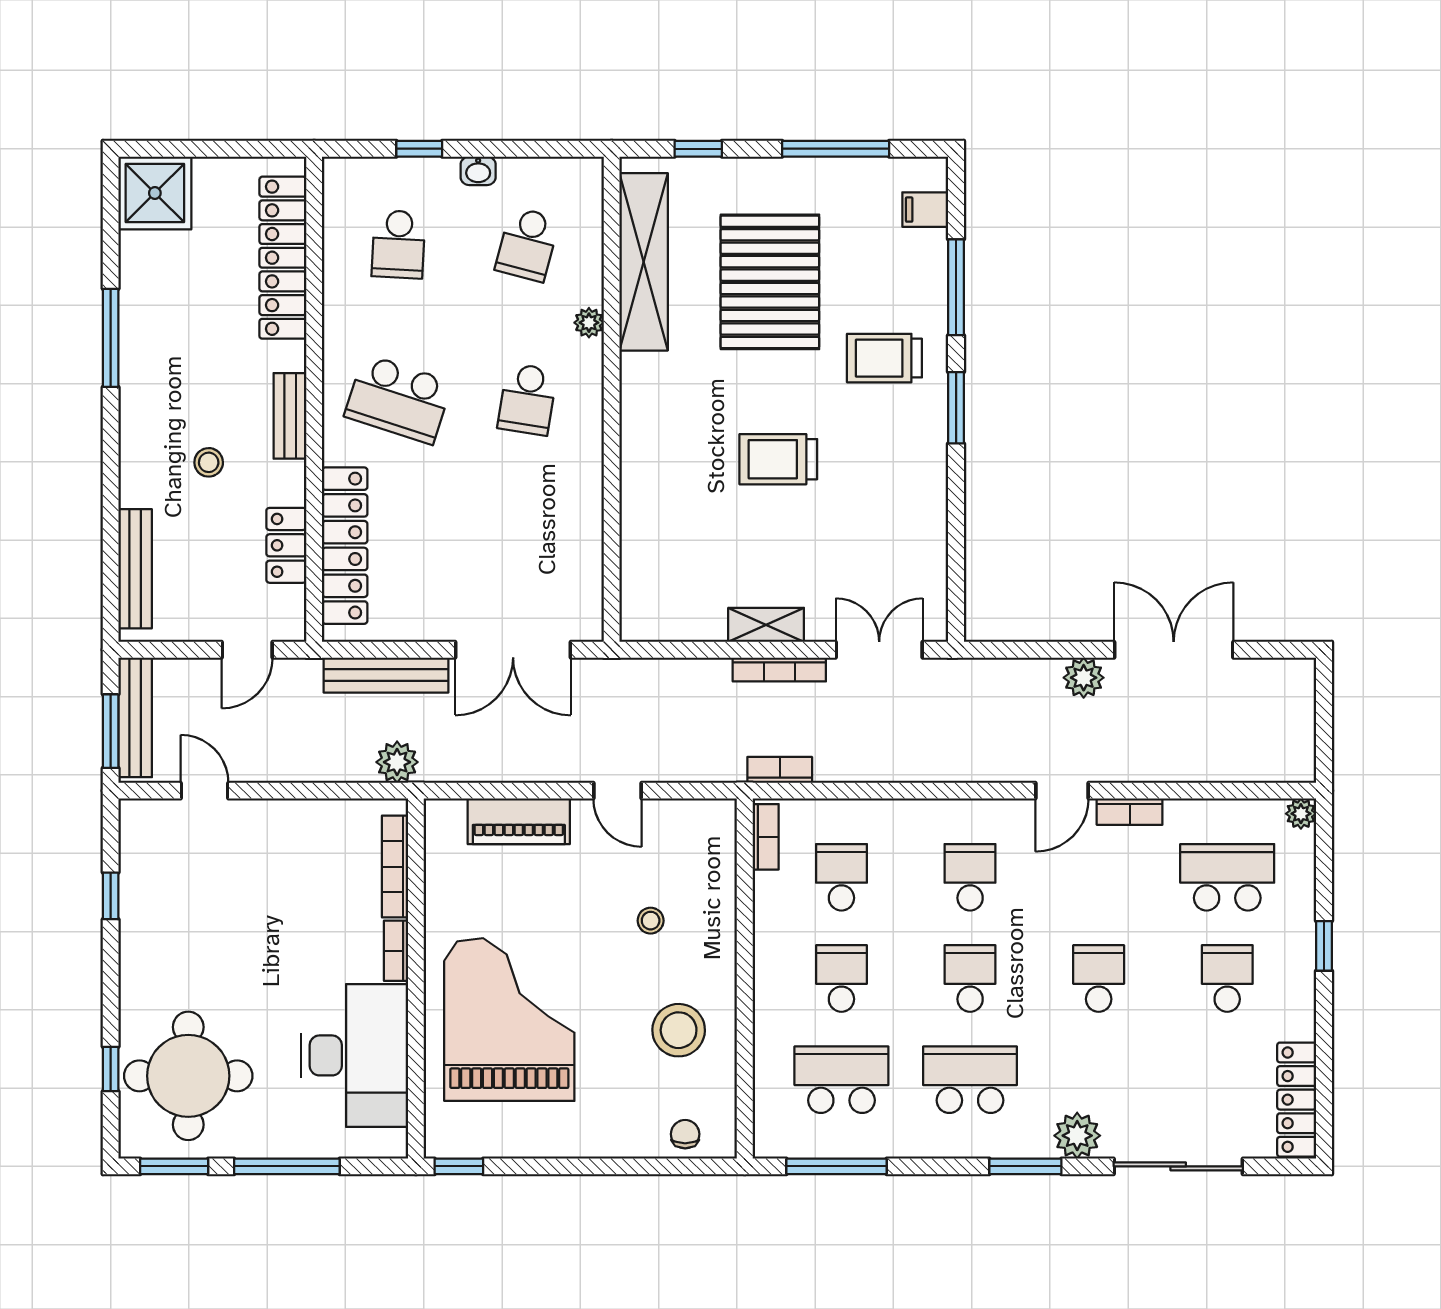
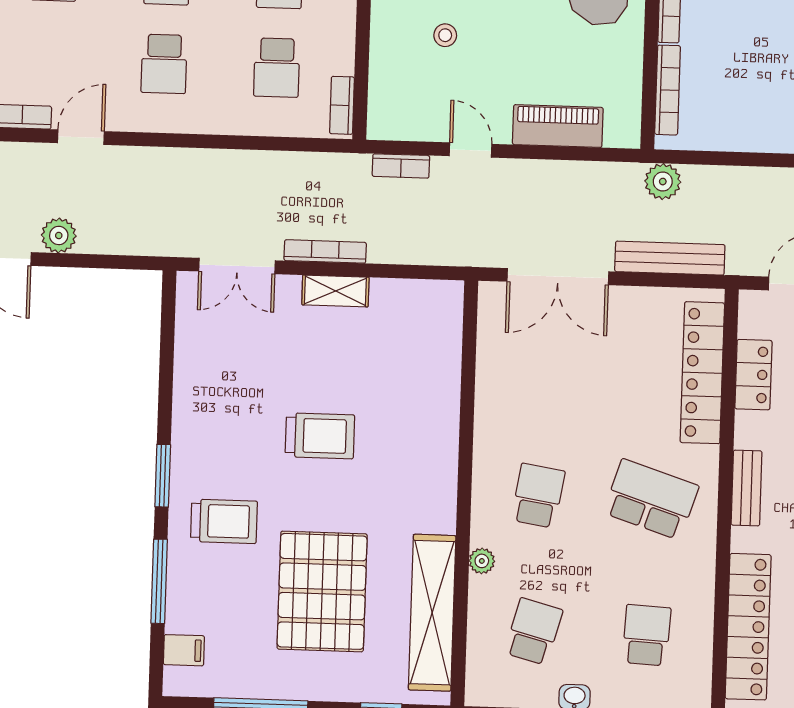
double door: (513, 650) -> (558, 277), swing flipped
bookcase: (780, 770) -> (401, 166), moved

